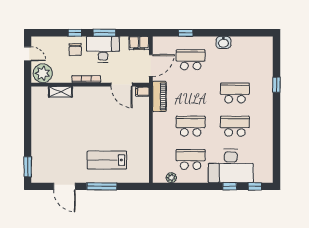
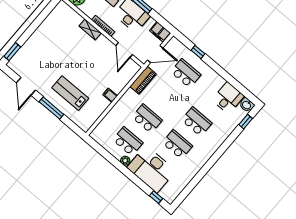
washbasin: (223, 42) -> (247, 105), moved
desk: (244, 50) -> (228, 98), added
window: (276, 85) -> (246, 122), moved
filing cabinet: (142, 91) -> (110, 95), moved
shelving: (60, 92) -> (90, 30), moved
plant: (171, 178) -> (125, 161), moved
window: (230, 186) -> (139, 182), removed

